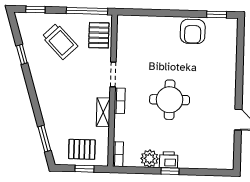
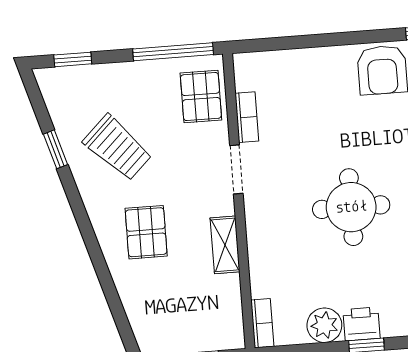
trolley: (60, 41) -> (118, 148), moved
bookcase: (120, 101) -> (247, 117), moved
window: (44, 139) -> (116, 308), removed
pallet: (82, 149) -> (146, 232), moved, turned 90

